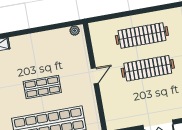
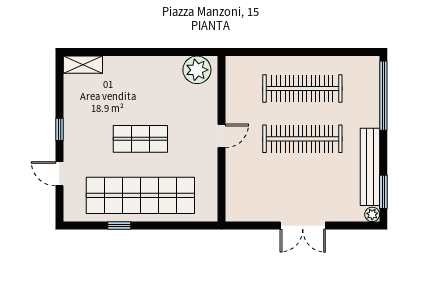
plant: (75, 31) -> (197, 70), width x1.88, depth x1.88

